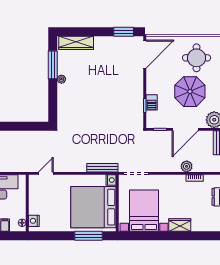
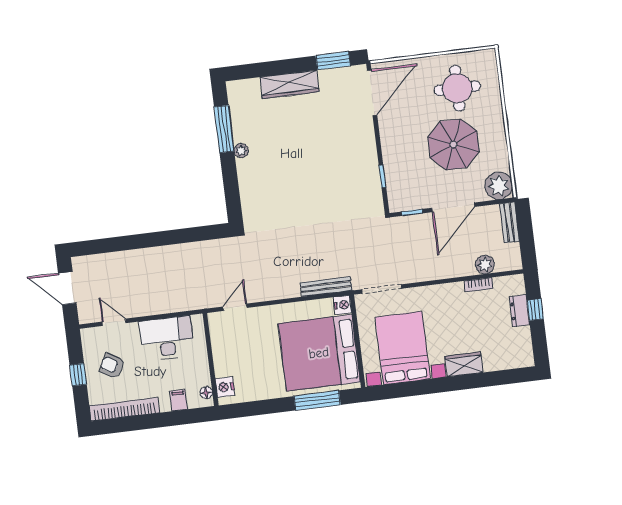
wardrobe: (76, 43) -> (290, 84), moved
barbecue: (152, 102) -> (393, 170), removed
plant: (187, 166) -> (485, 265), moved

